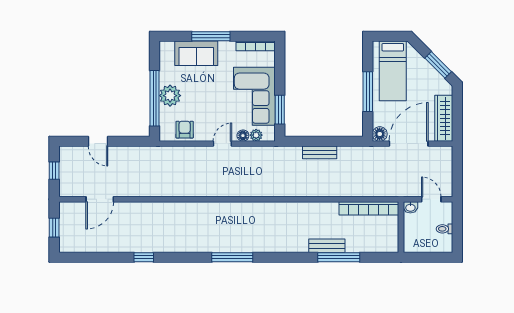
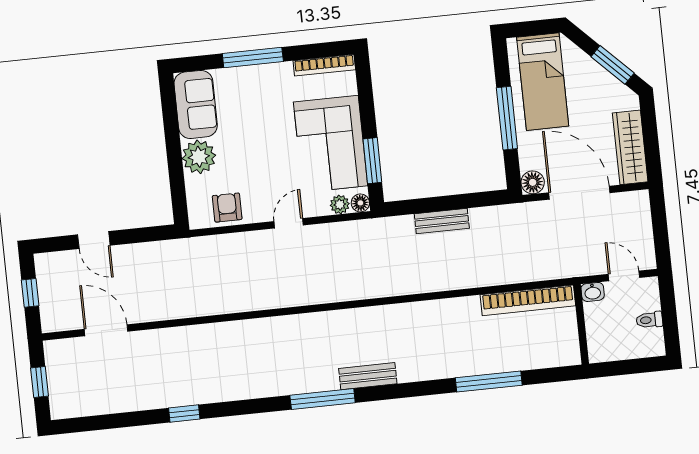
sofa: (196, 53) -> (196, 104), moved, turned -90
window: (155, 98) -> (175, 164), removed
floor lamp: (243, 136) -> (360, 203), moved
door: (409, 144) -> (579, 193), hinge flipped
door: (100, 199) -> (106, 330), swing flipped
bench: (327, 246) -> (368, 376), moved

